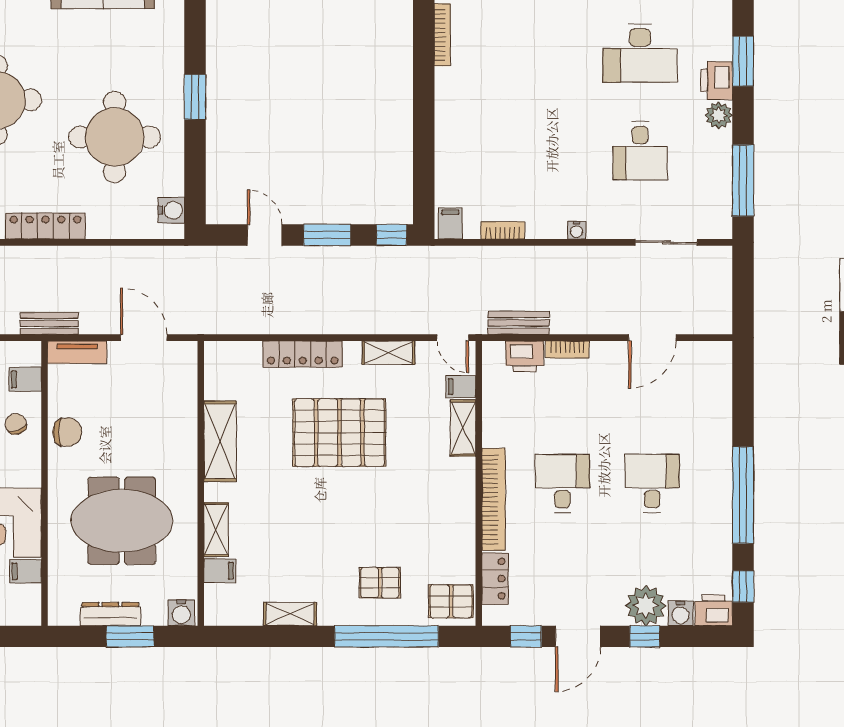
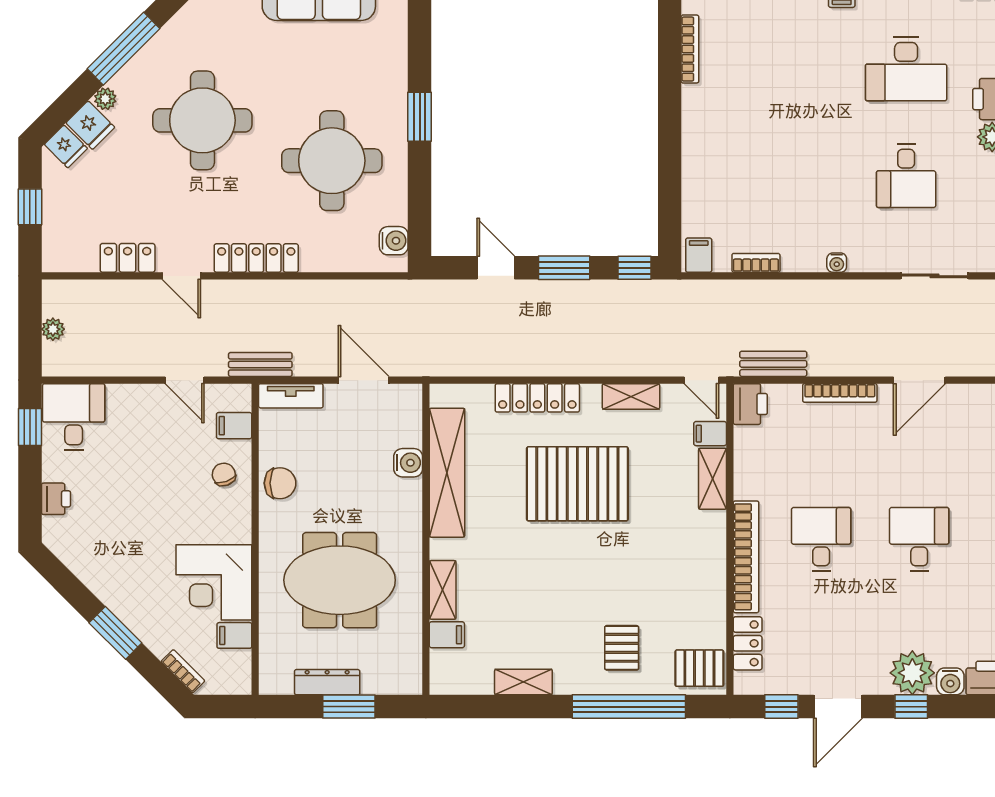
bookcase: (567, 350) -> (840, 393), width x1.56
printer: (525, 356) -> (750, 404), moved, turned -90
shelving: (220, 441) -> (447, 473), width x1.47
pallet: (380, 583) -> (622, 648), turned 90
water cooler: (181, 613) -> (408, 463), moved, turned -90

